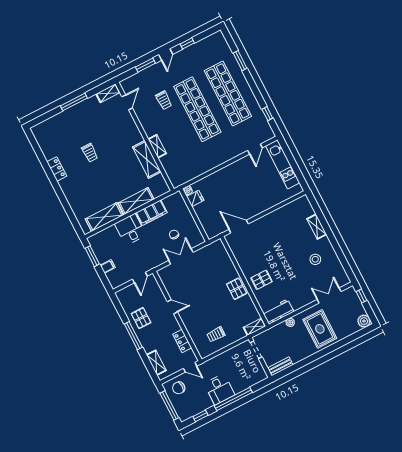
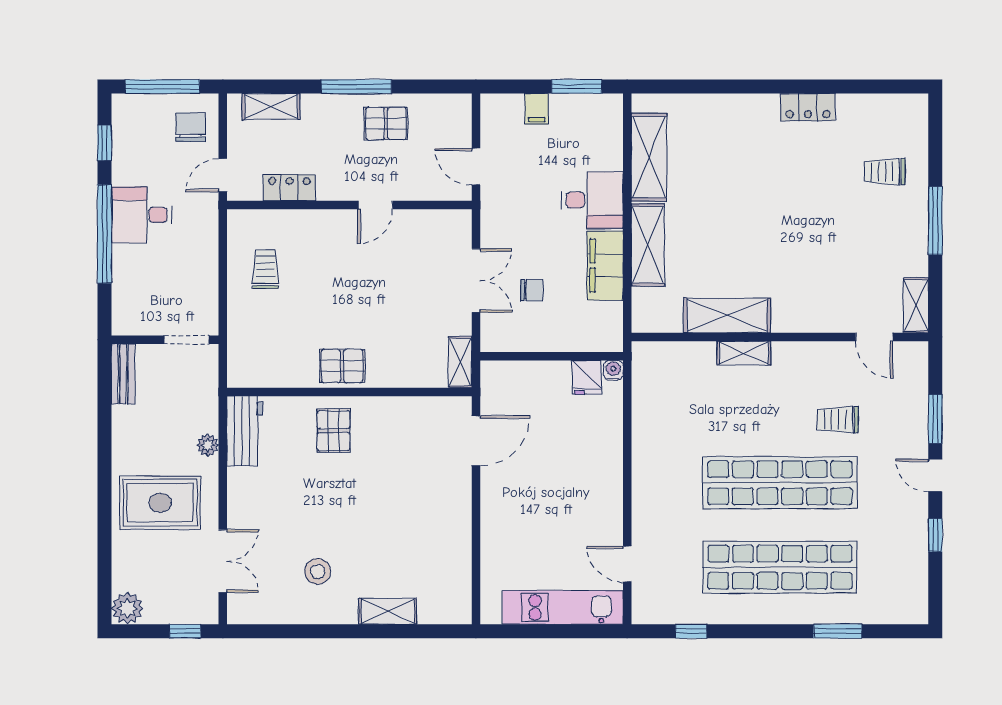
trolley: (90, 153) -> (885, 172), moved
shelving: (254, 327) -> (460, 362), moved

